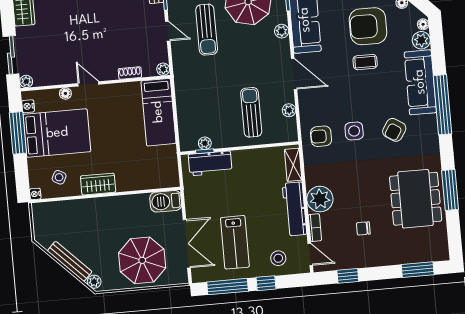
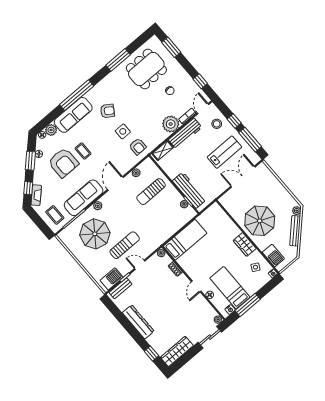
door: (168, 31) -> (140, 265), hinge flipped
bed: (57, 133) -> (230, 288), width x0.67
workbench: (210, 163) -> (189, 190), width x1.38
dining table: (416, 199) -> (146, 69), moved
barbecue: (166, 201) -> (273, 255), moved
parasol: (142, 260) -> (260, 221), moved

